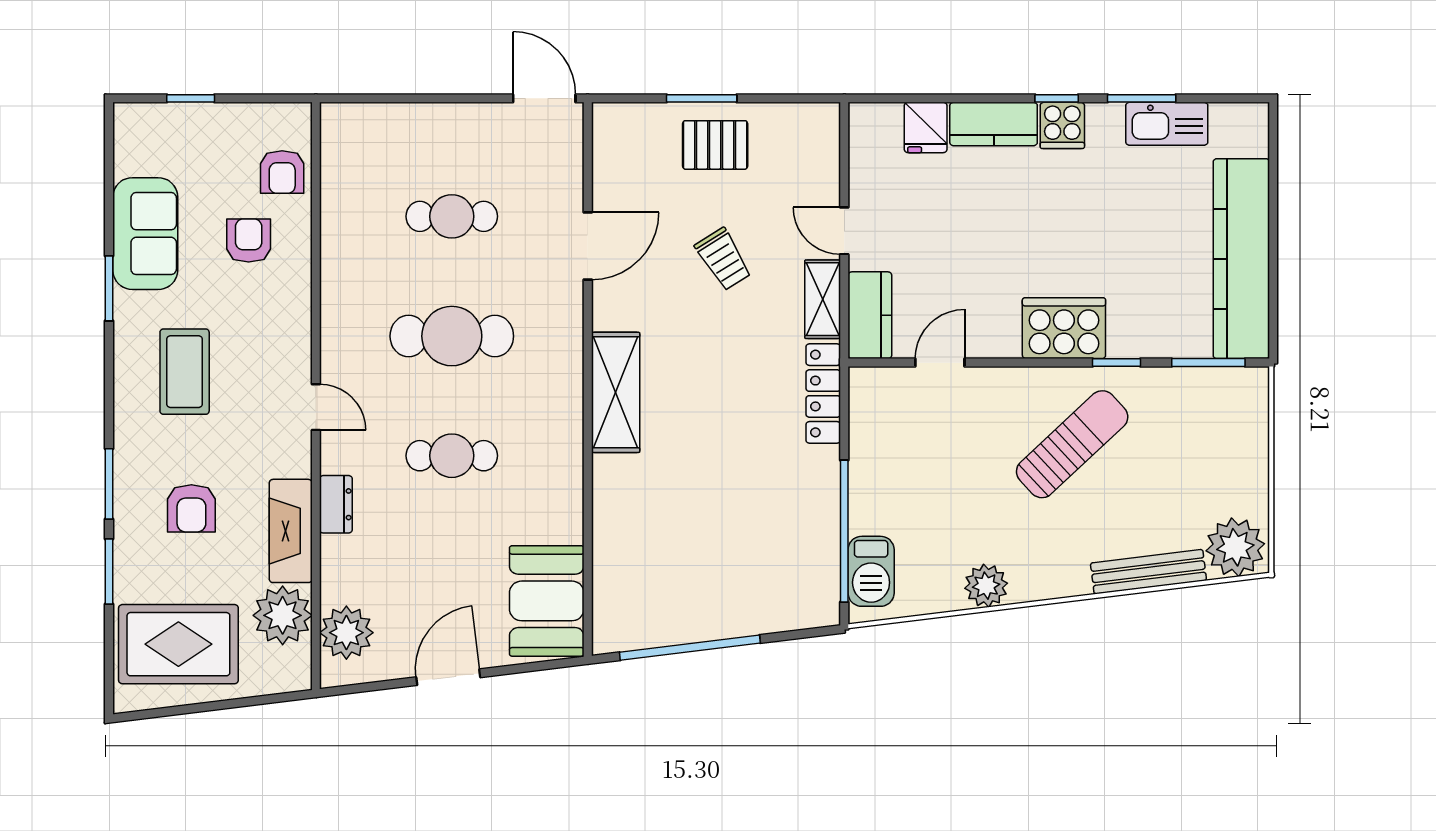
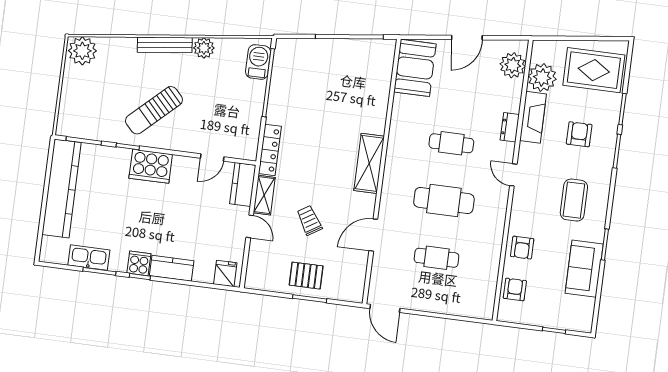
fridge: (926, 127) -> (225, 274), moved
armchair: (249, 240) -> (522, 248), moved
bench: (1148, 572) -> (165, 45), moved

